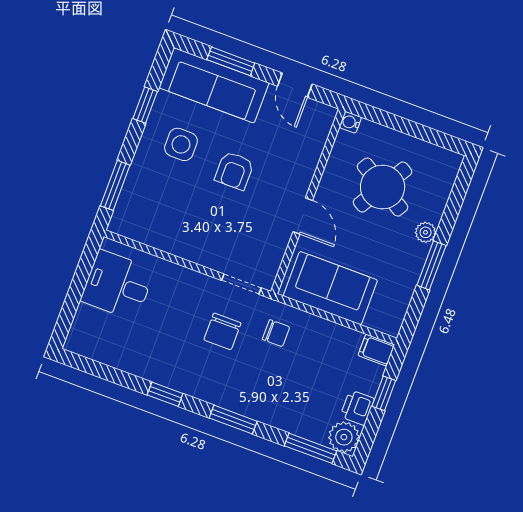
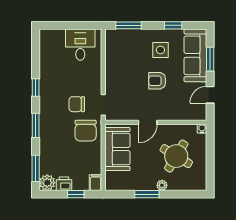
chair: (276, 333) -> (86, 131), width x1.87, depth x1.87

